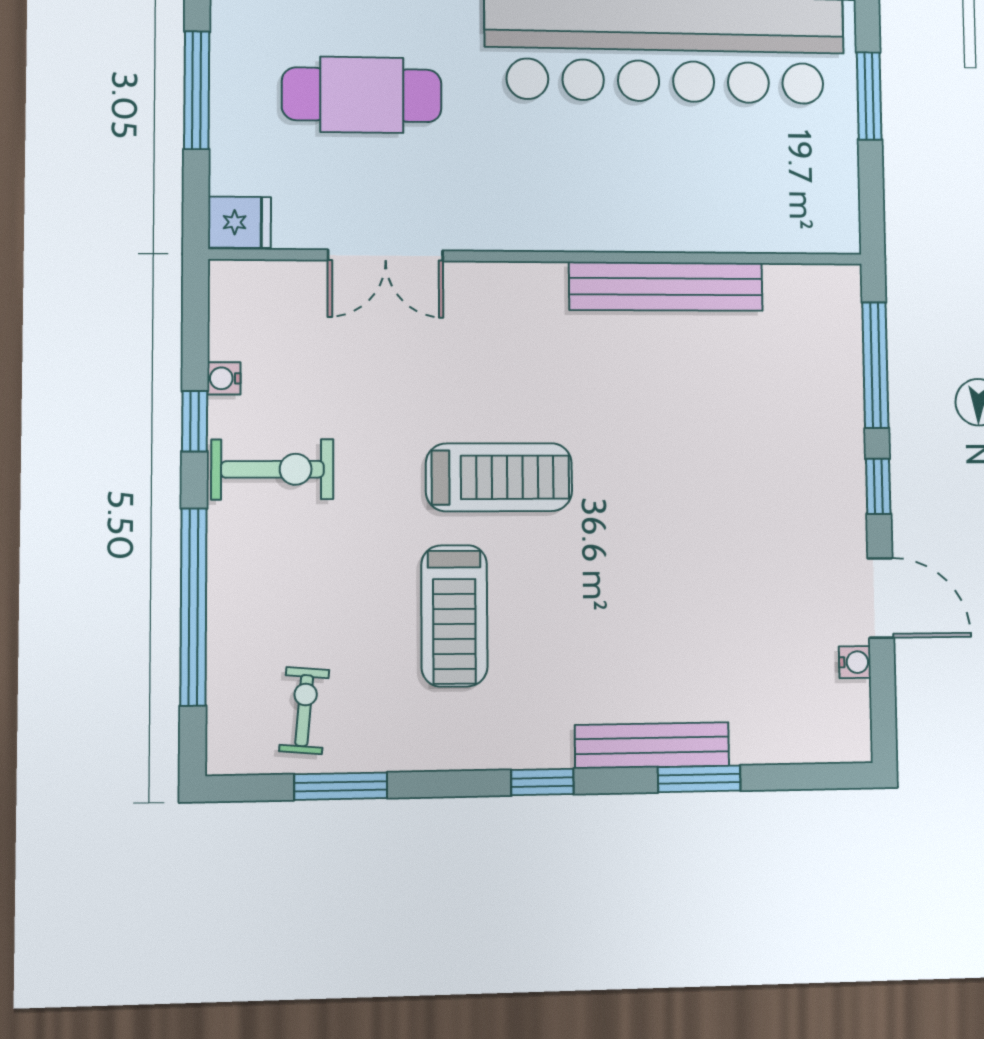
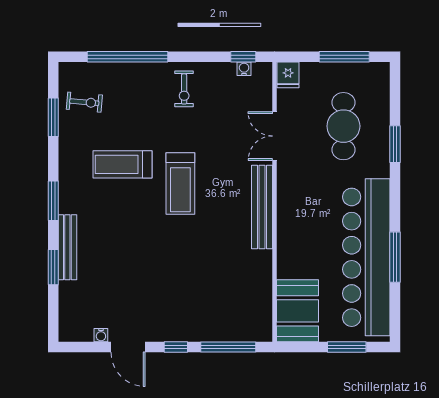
booth: (790, 206) -> (297, 311), added
bench: (666, 286) -> (262, 207), moved
water cooler: (224, 378) -> (244, 69), moved
window: (195, 421) -> (243, 57), moved
exercise bike: (272, 469) -> (184, 89), width x0.73, depth x0.72
door: (881, 598) -> (128, 347), hinge flipped
window: (542, 782) -> (53, 201), width x1.50

